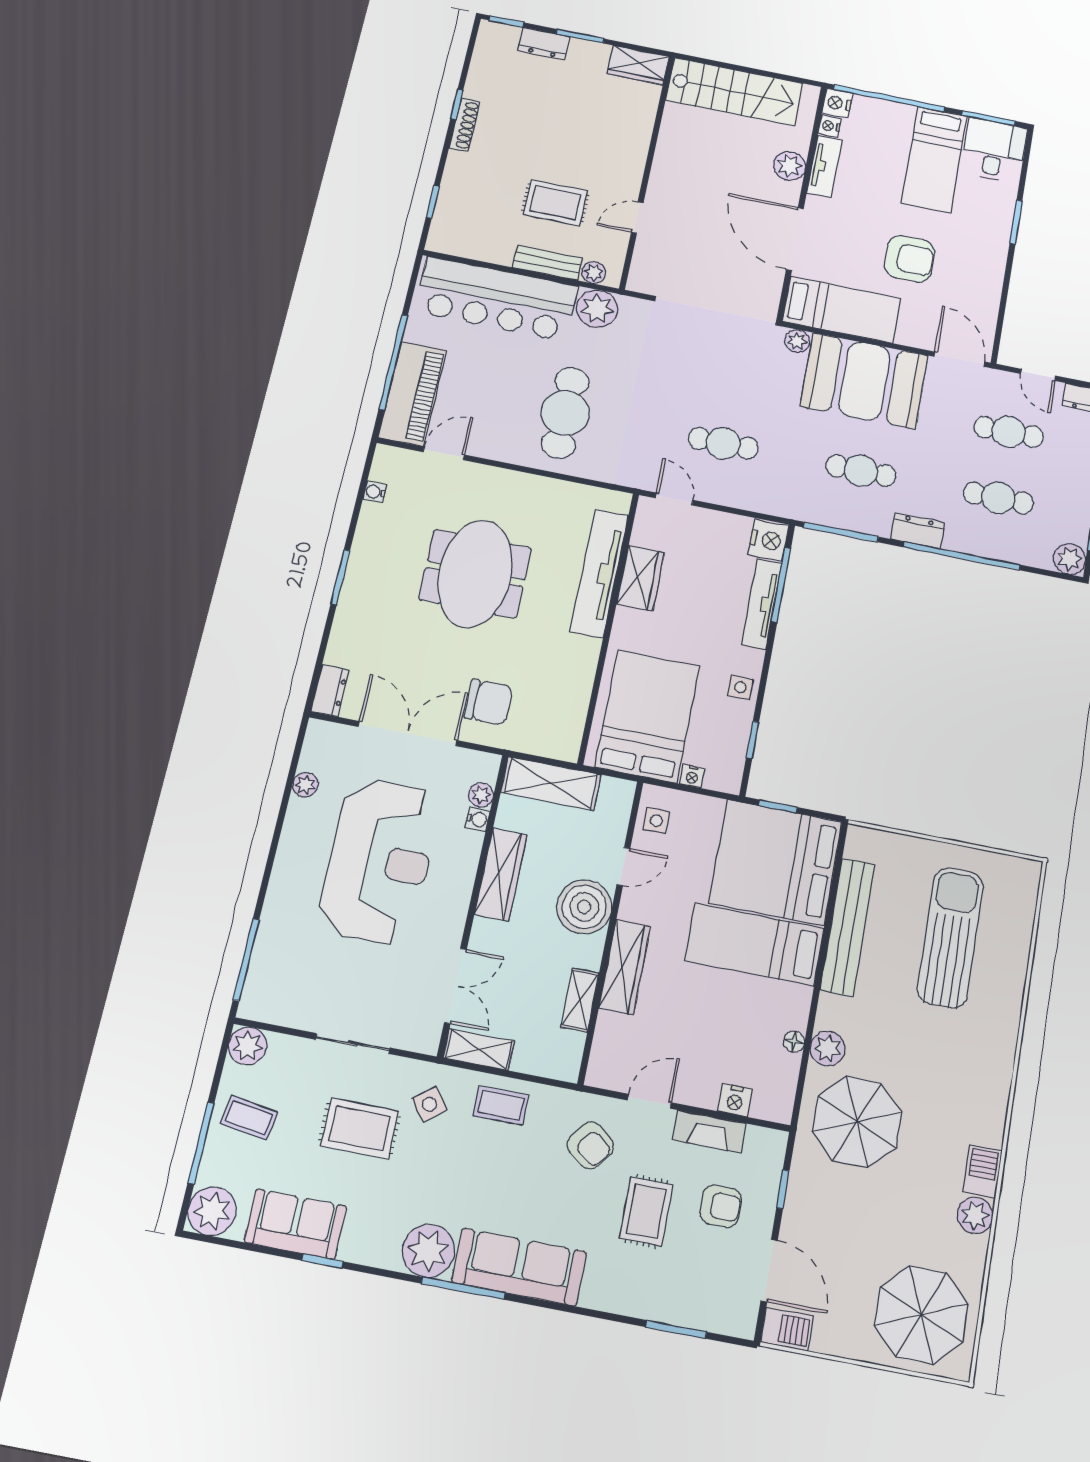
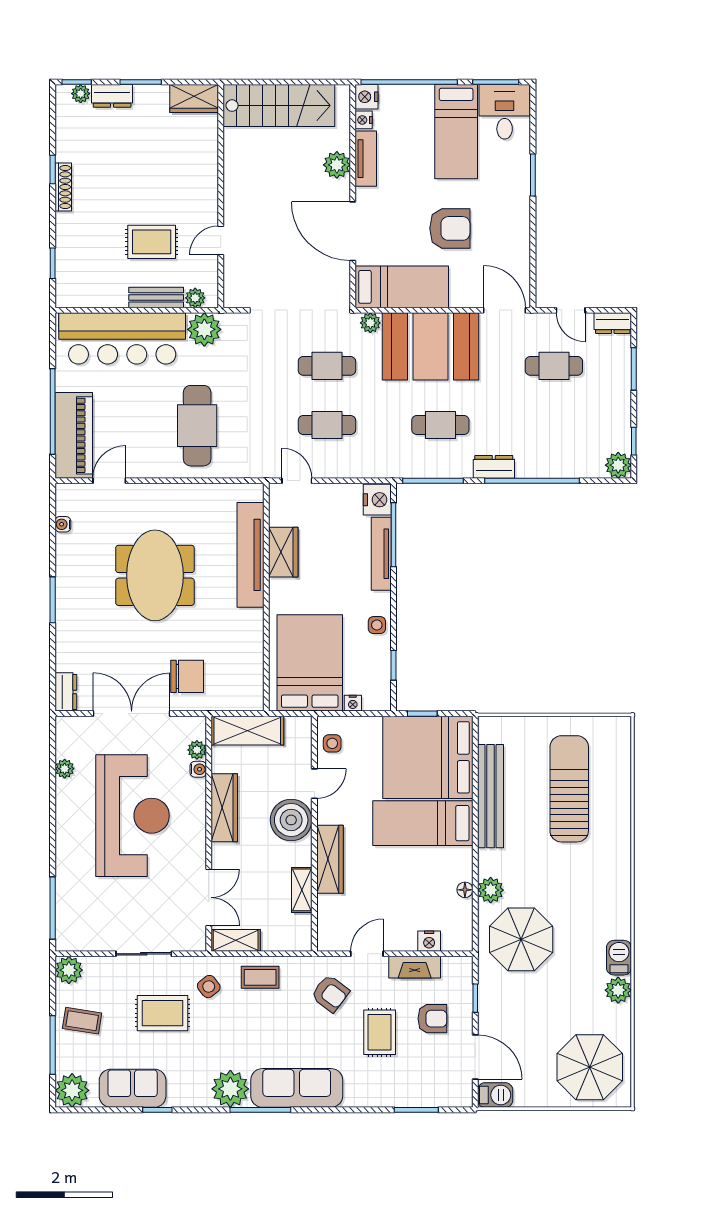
plant: (508, 34) -> (81, 94), added
cafe table: (998, 498) -> (327, 366), moved

